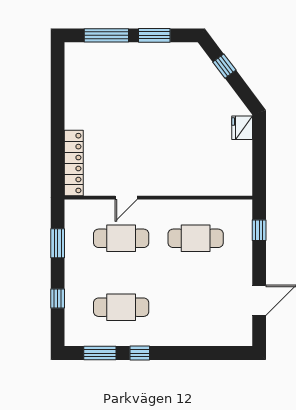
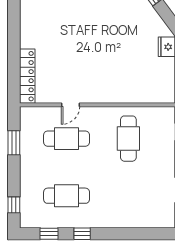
cafe table: (196, 238) -> (128, 139), turned 90
window: (58, 298) -> (14, 205), moved
window: (100, 353) -> (49, 234), width x0.67

